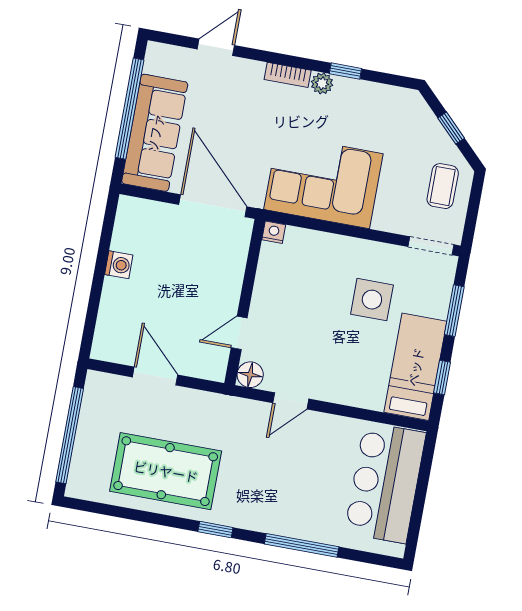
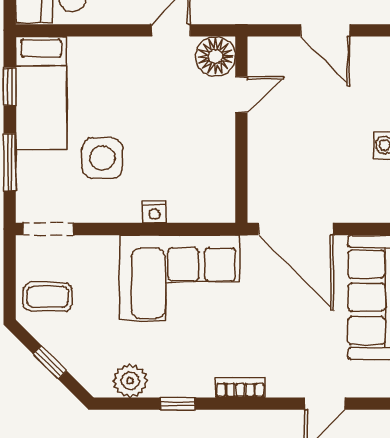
plant: (322, 83) -> (130, 381), moved, width x1.38, depth x1.38
coffee table: (443, 186) -> (48, 297), turned 90
nightstand: (274, 232) -> (154, 212), moved
floor lamp: (250, 375) -> (215, 56), width x1.38, depth x1.38

